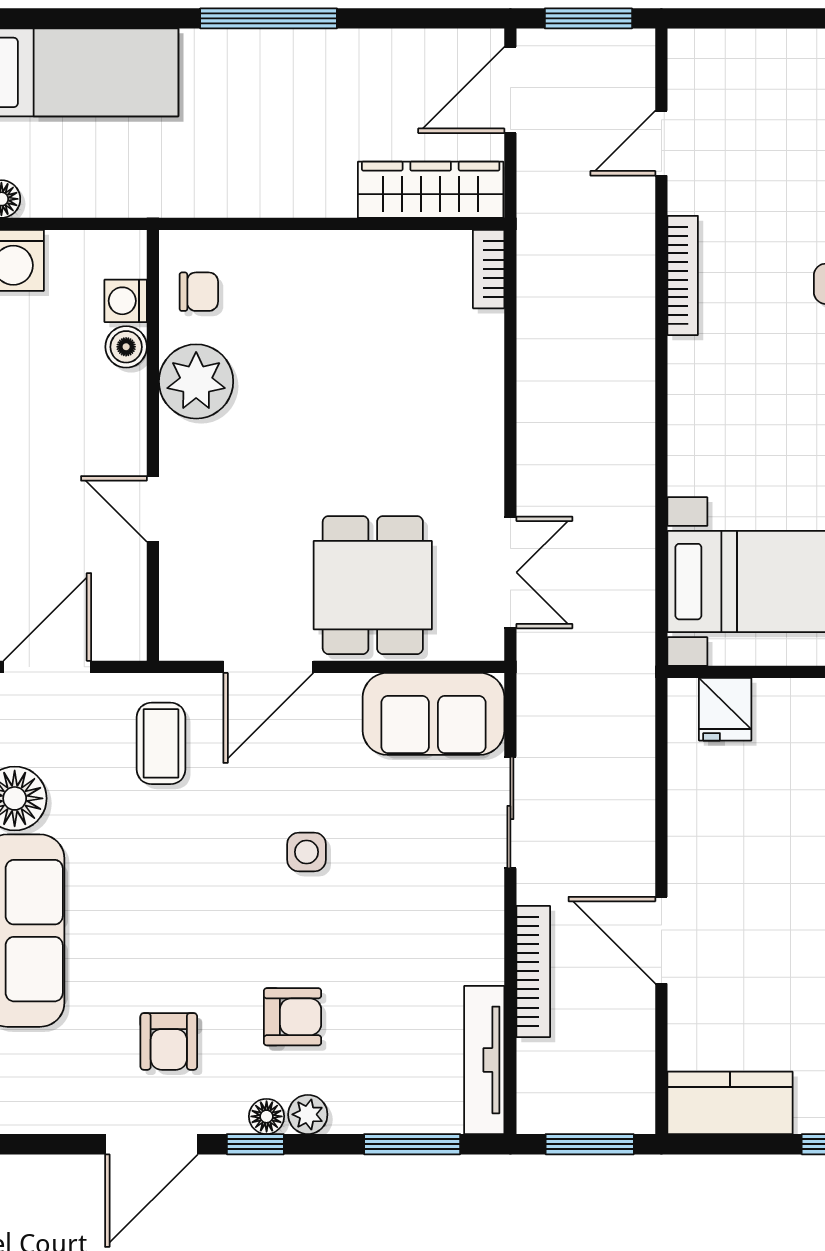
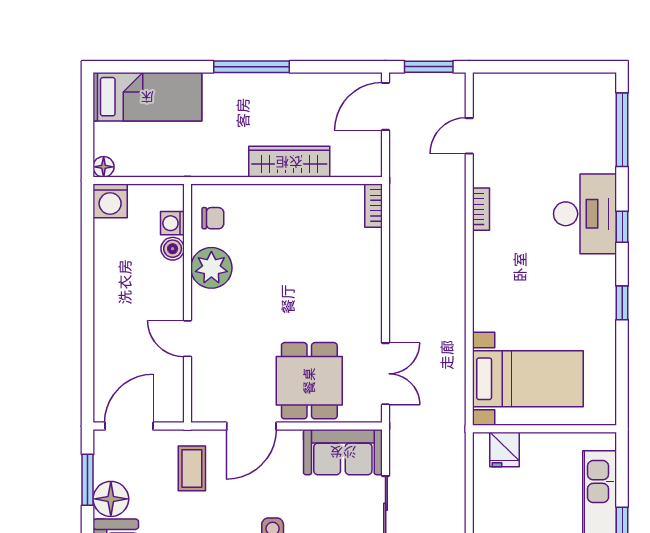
wardrobe: (431, 190) -> (289, 162), moved
bookcase: (683, 275) -> (481, 209), width x0.64

